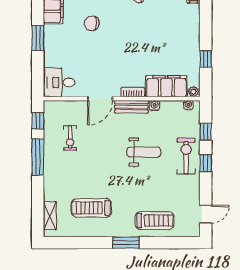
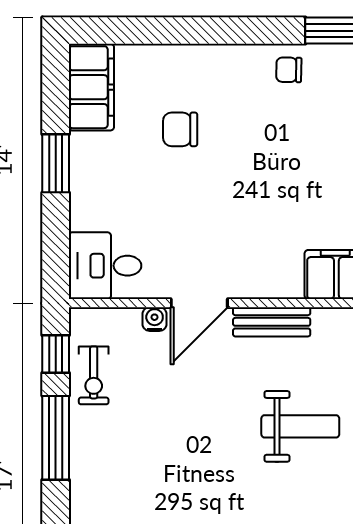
bookcase: (133, 92) -> (275, 288), removed
water cooler: (154, 106) -> (155, 319), moved
exercise bike: (70, 138) -> (94, 375), moved

